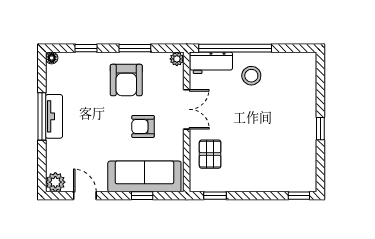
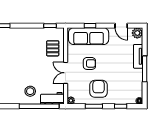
tv unit: (54, 116) -> (138, 56), moved

